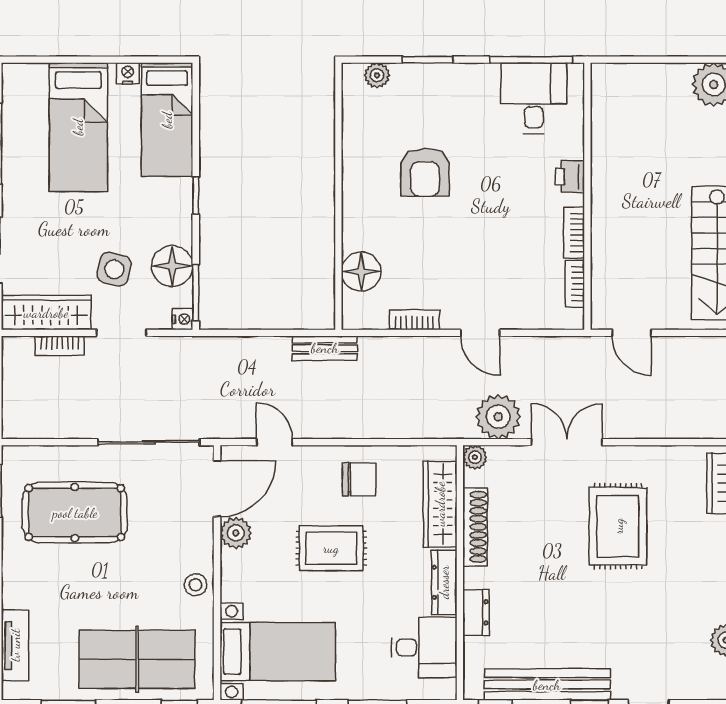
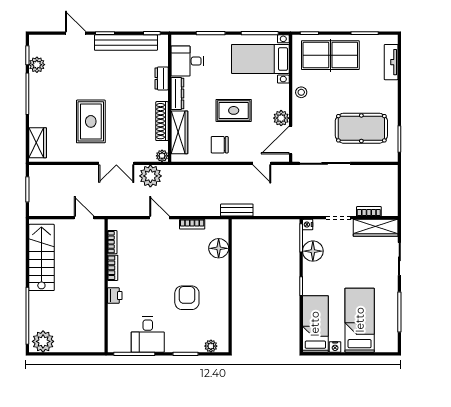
desk: (534, 98) -> (148, 335), moved
side table: (114, 269) -> (342, 249), removed

